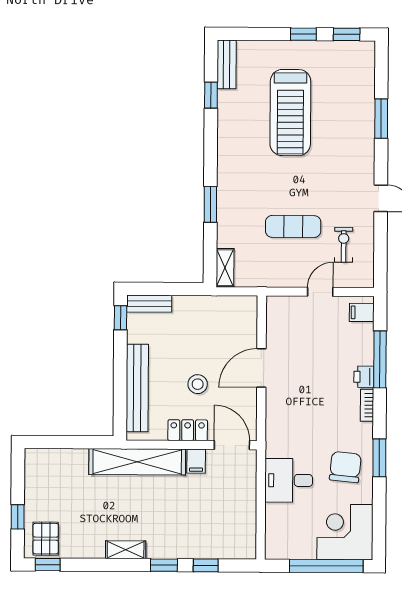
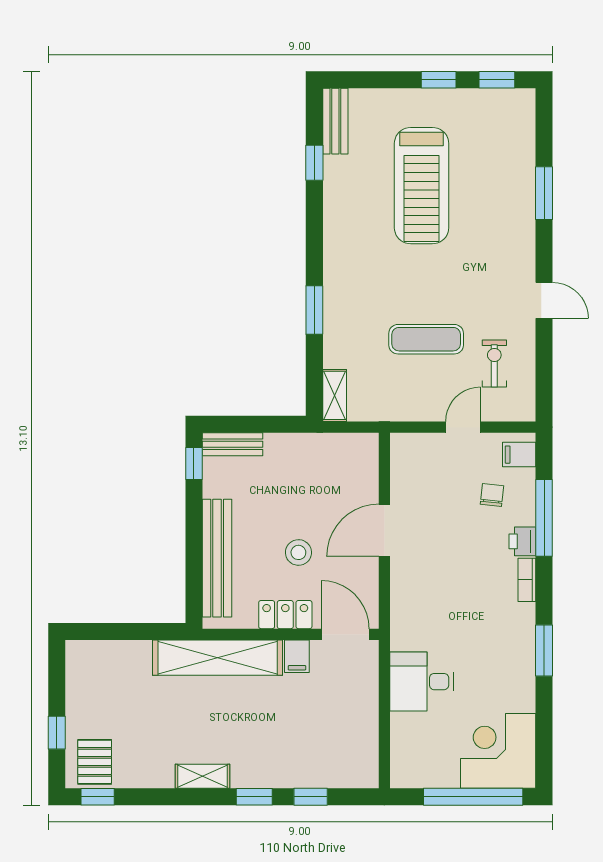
chair: (345, 467) -> (492, 495), moved, width x0.54, depth x0.54

